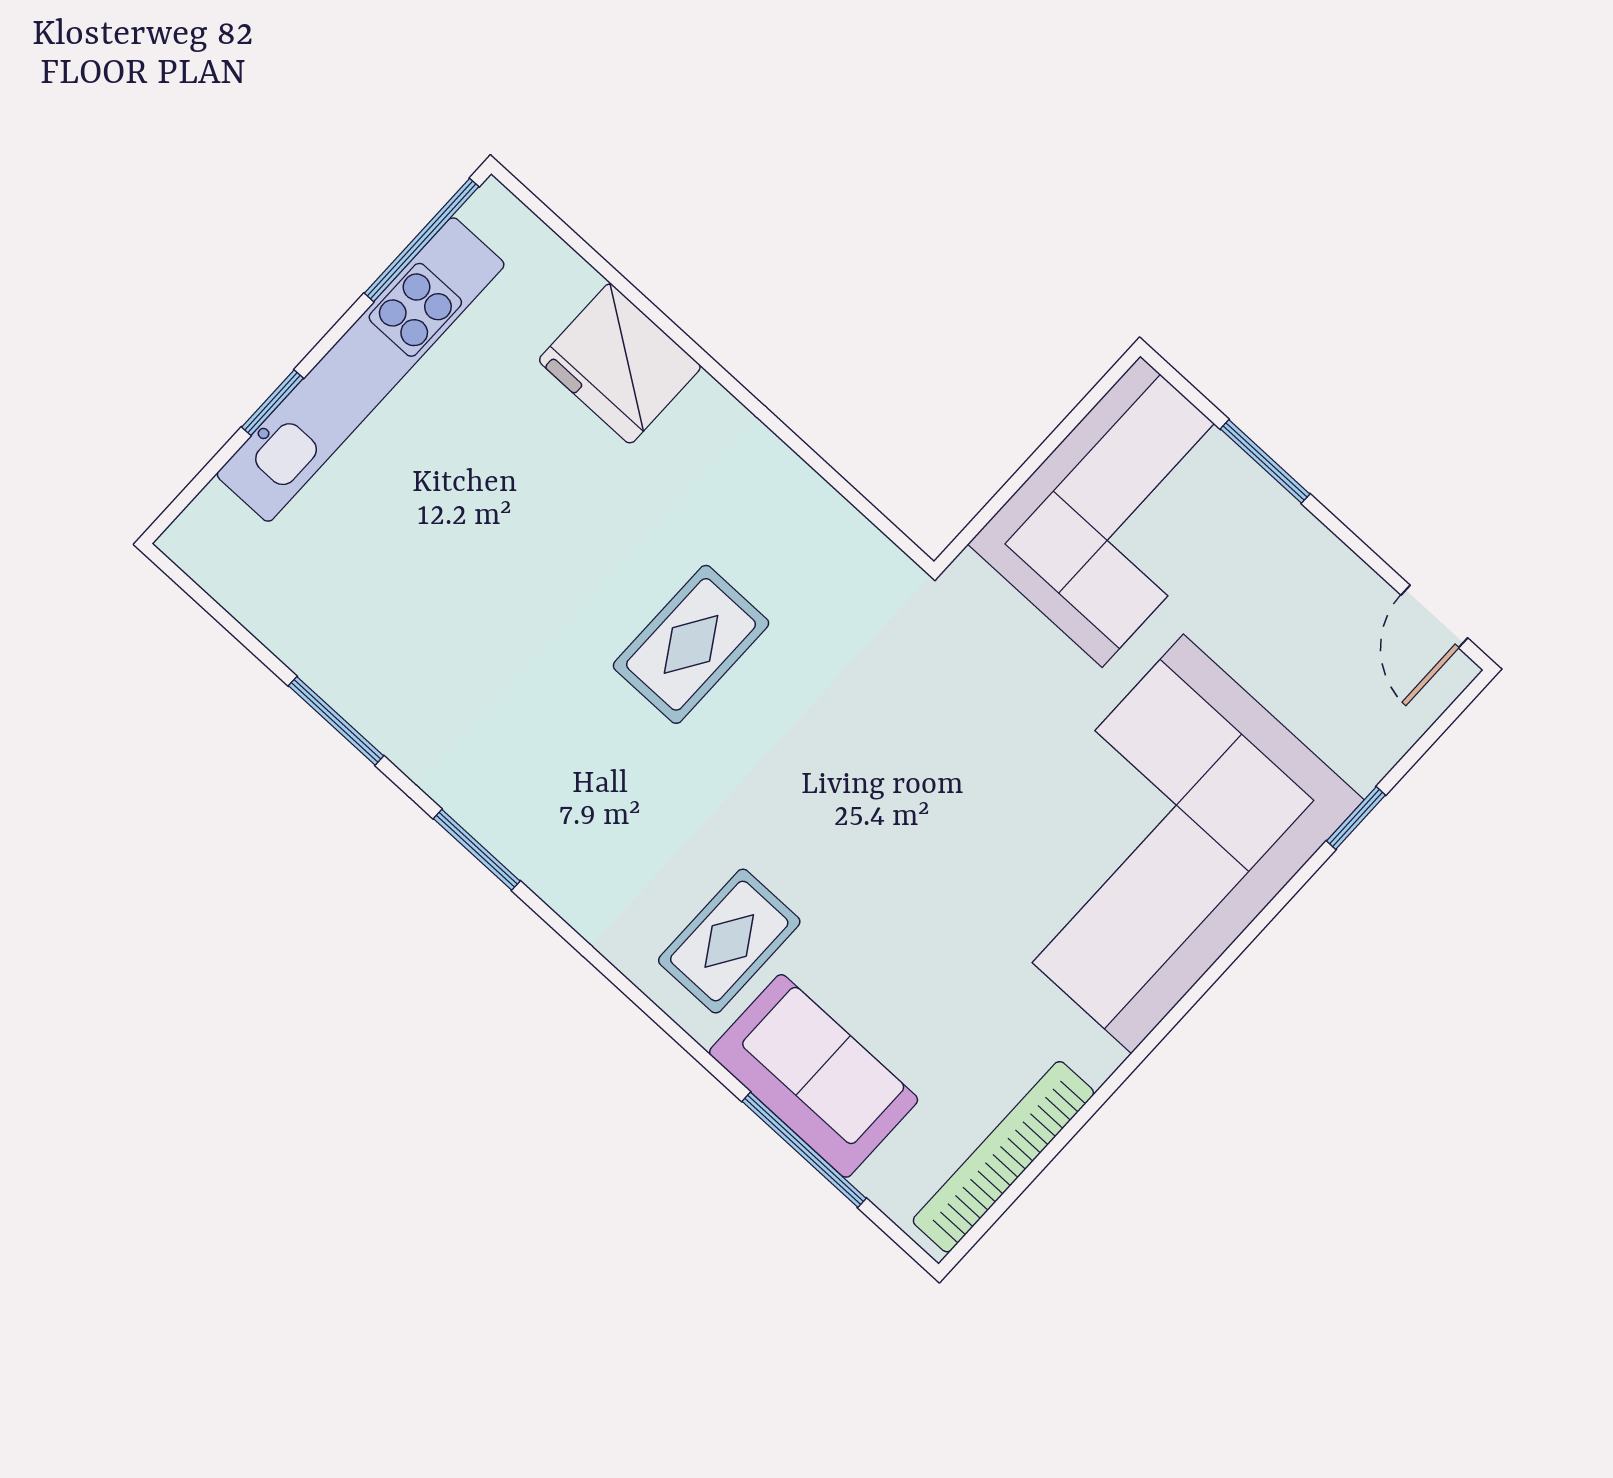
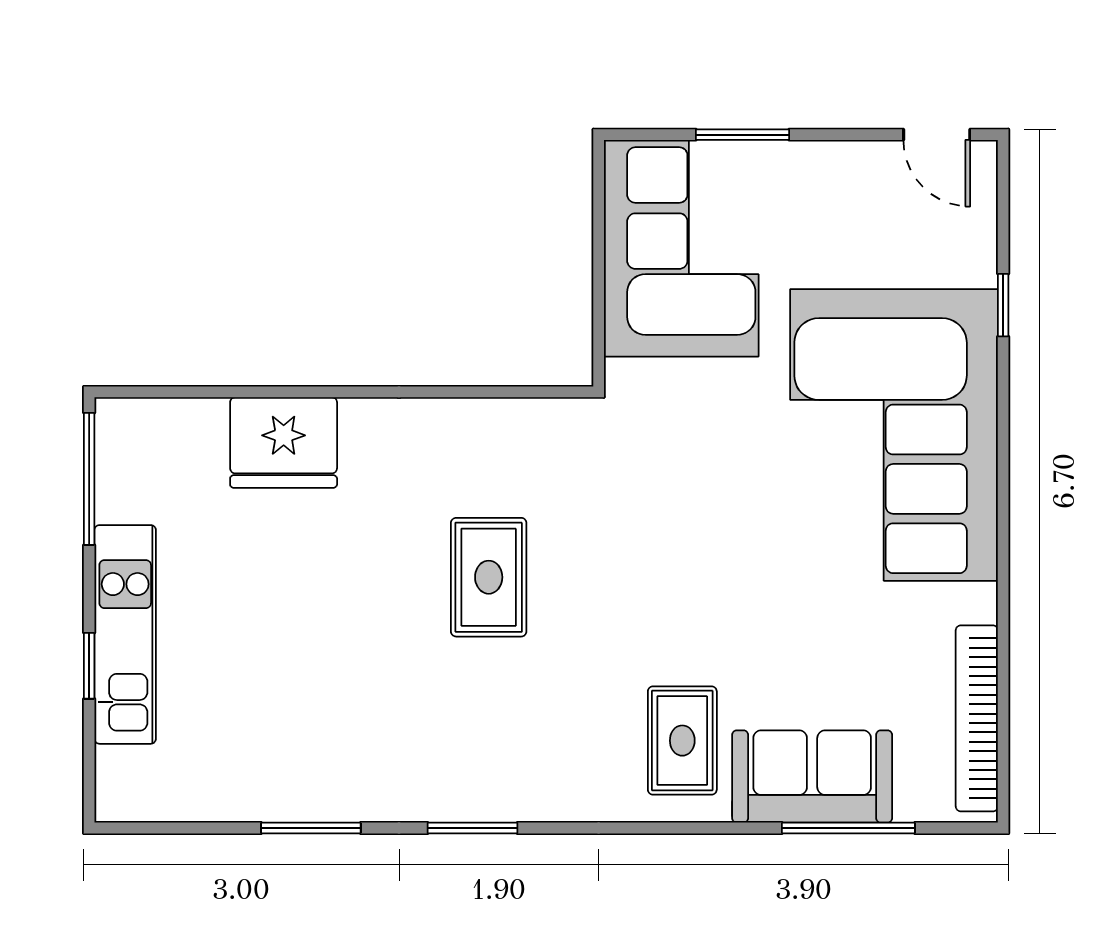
kitchen unit: (361, 370) -> (125, 634), width x0.73

